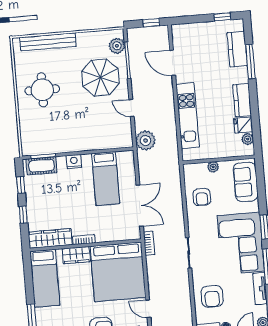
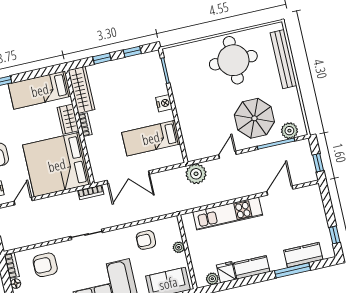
round table: (42, 90) -> (233, 60), width x1.36, depth x1.36
cot: (41, 166) -> (155, 70), removed

